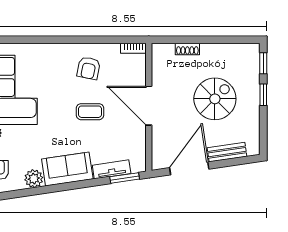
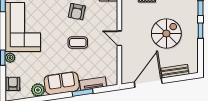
door: (149, 106) -> (119, 38), width x0.53
window: (125, 178) -> (83, 92), moved

